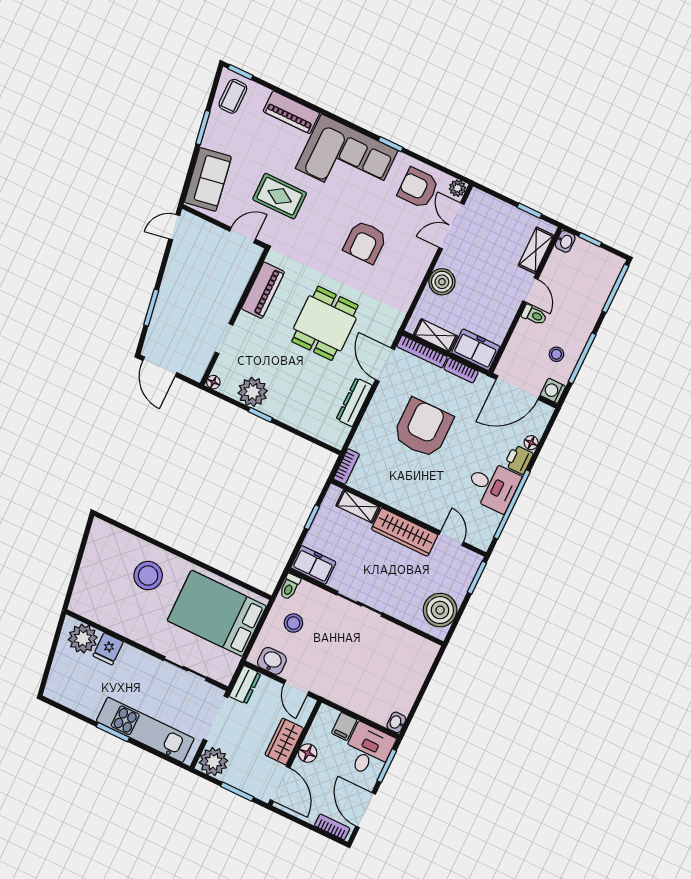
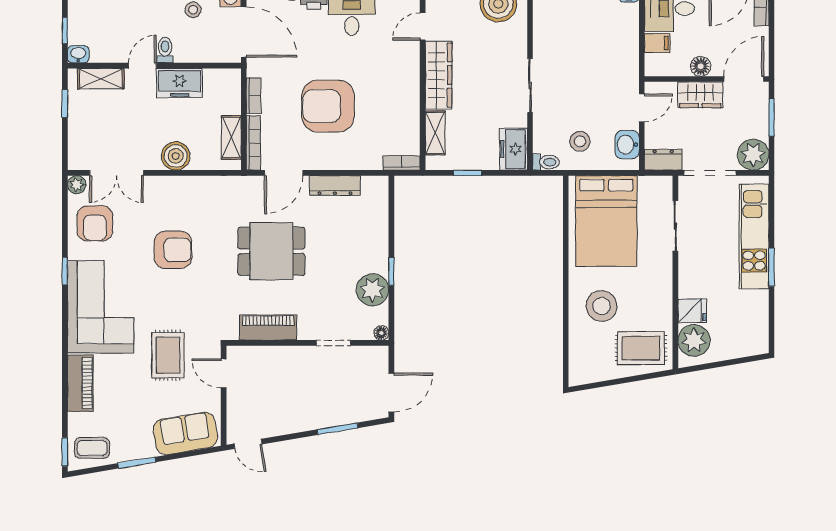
freezer: (476, 350) -> (180, 83), moved, turned -90
rug: (98, 592) -> (641, 348), added

